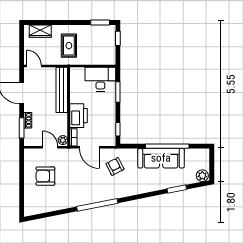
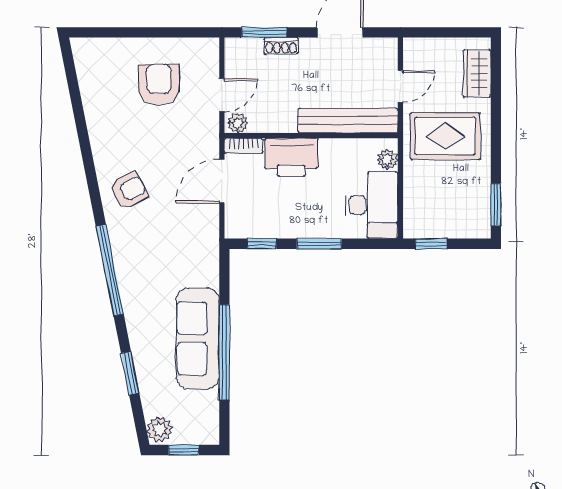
window: (118, 38) -> (431, 244), moved
rug: (69, 46) -> (445, 136), width x1.36, depth x1.43
door: (34, 66) -> (400, 86), moved
plant: (80, 72) -> (387, 160), added
window: (118, 92) -> (319, 244), moved
window: (212, 165) -> (184, 450), added
armchair: (115, 166) -> (129, 190), moved
window: (97, 205) -> (110, 270), moved

